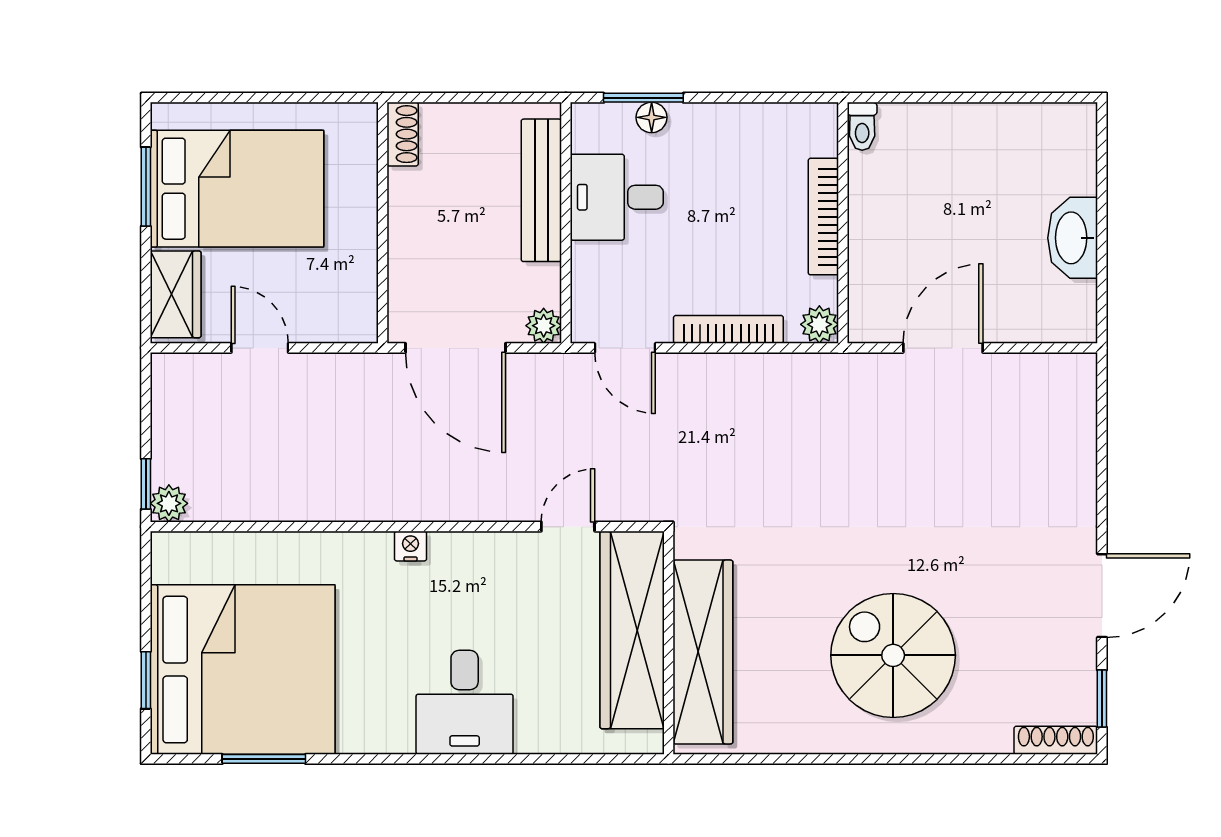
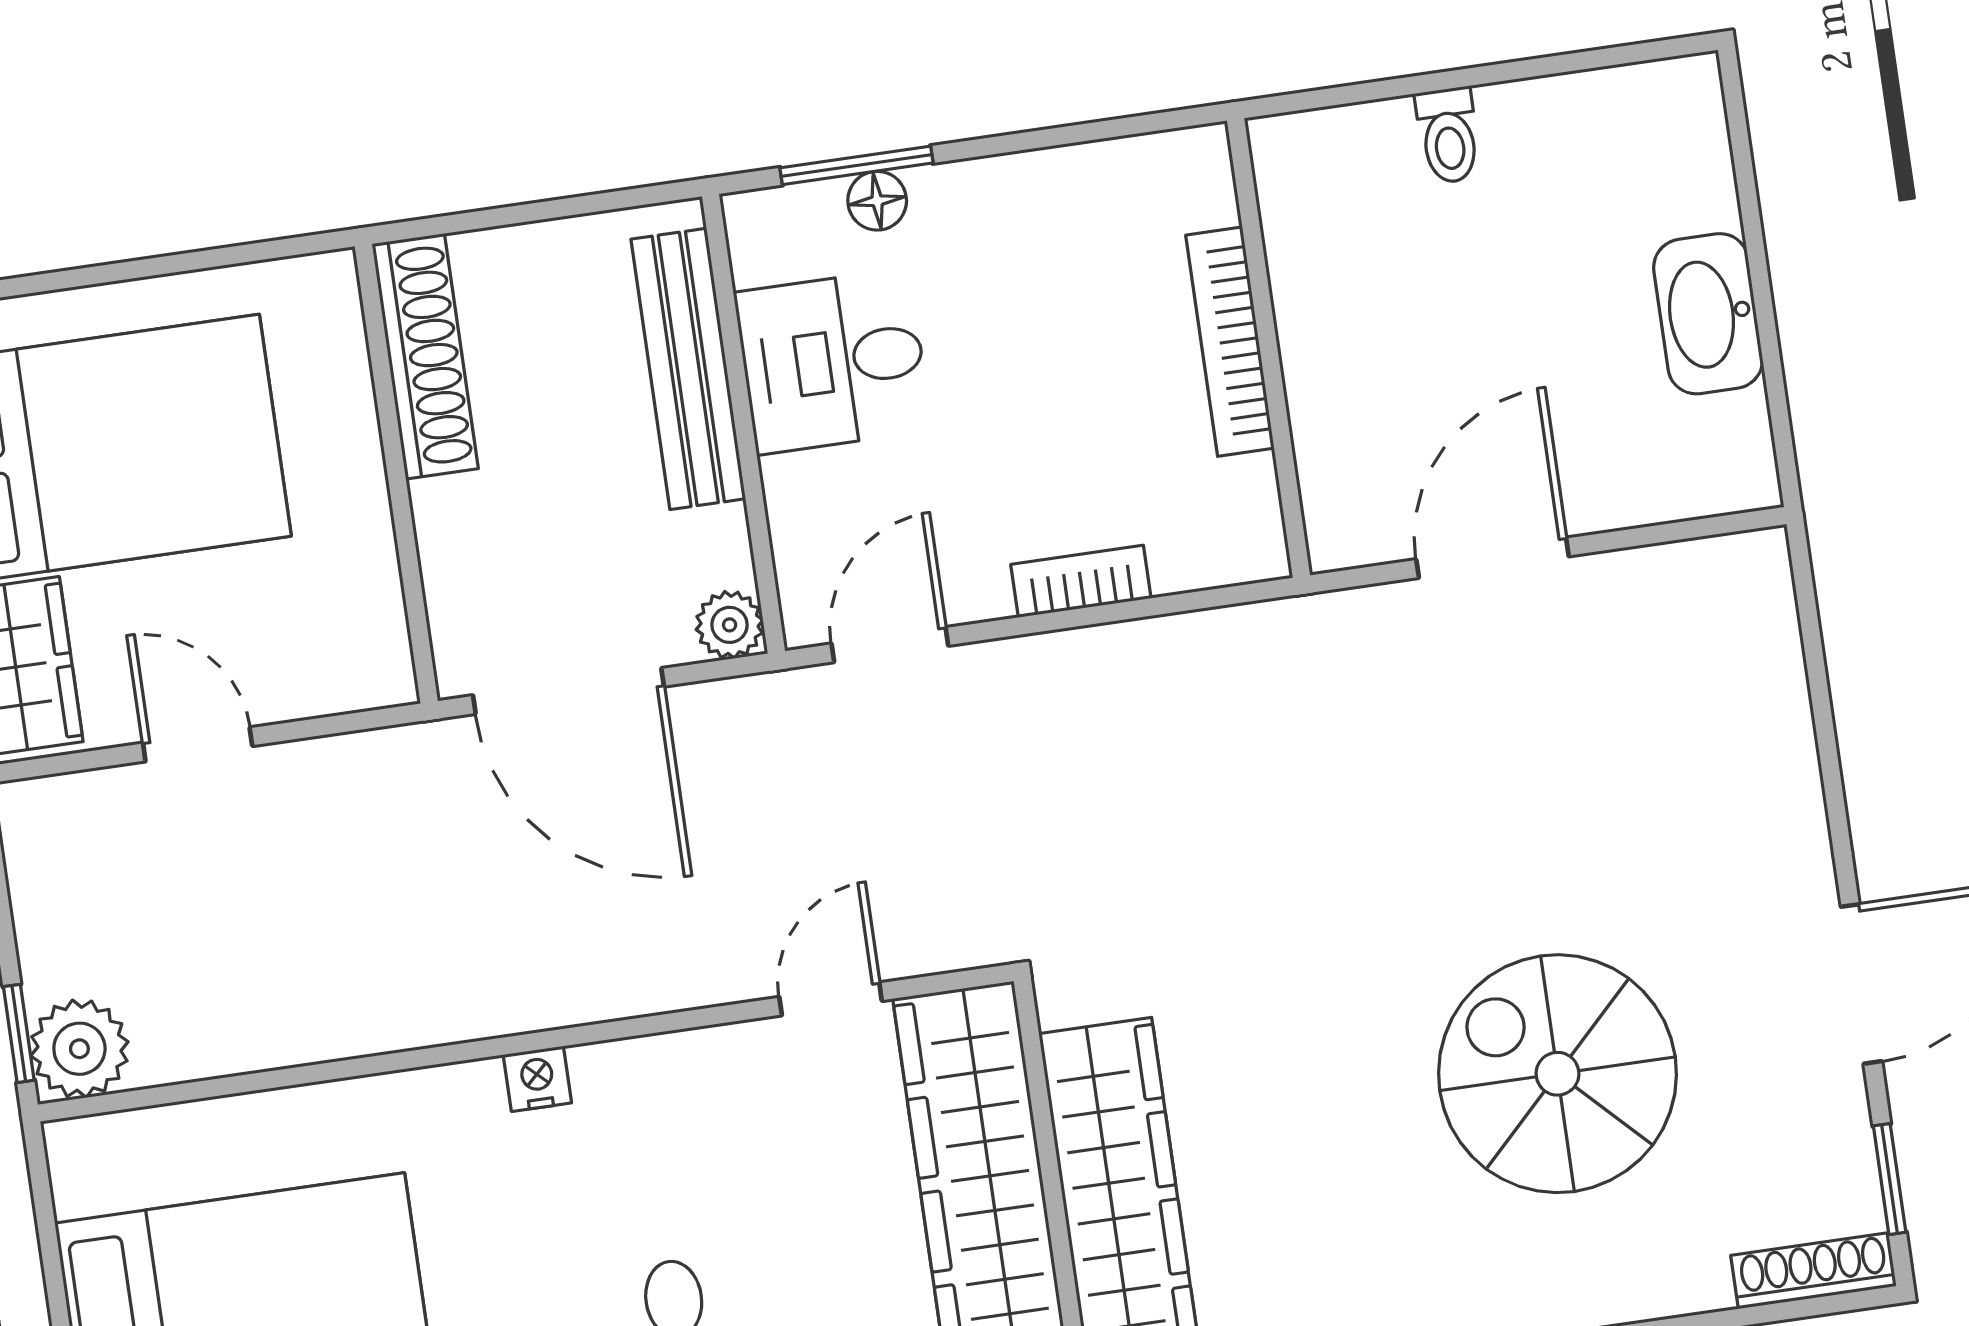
toilet: (862, 126) -> (1448, 135), moved
shoe rack: (403, 134) -> (425, 356), width x1.94, depth x1.24
plant: (819, 324) -> (1252, 547), removed
bookcase: (728, 329) -> (1081, 581), width x0.64
door: (625, 348) -> (890, 645), swing flipped
plant: (169, 503) -> (79, 1049), width x1.38, depth x1.38
spiral stairs: (893, 655) -> (1558, 1074), moved

